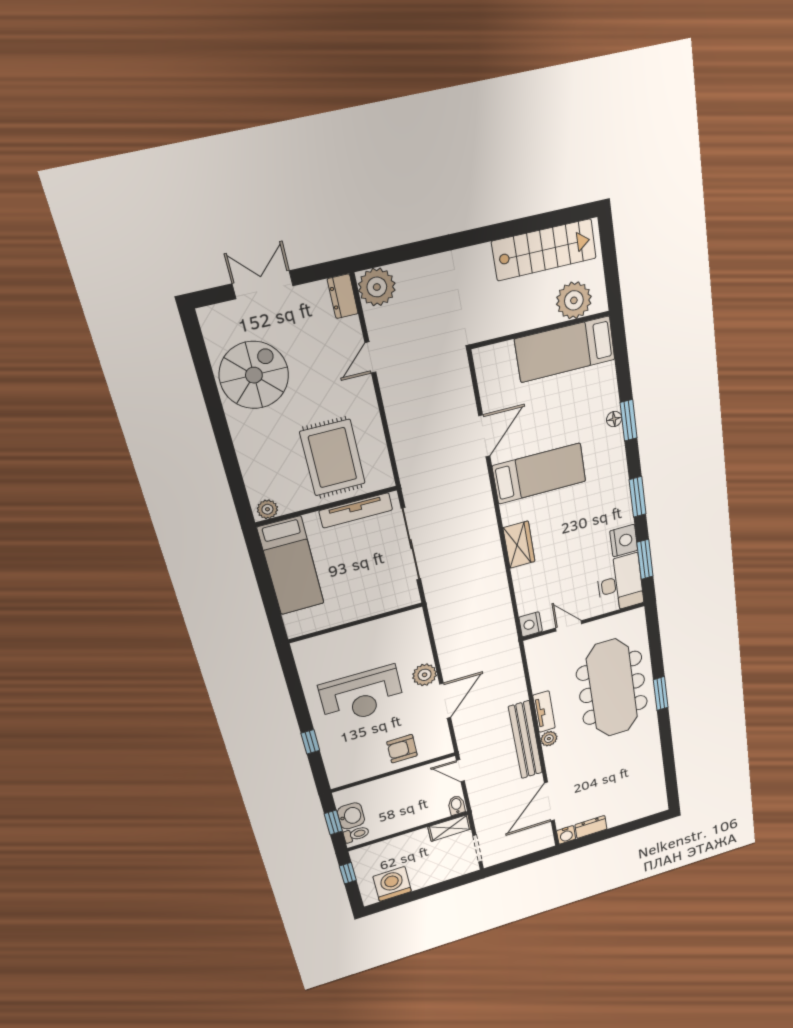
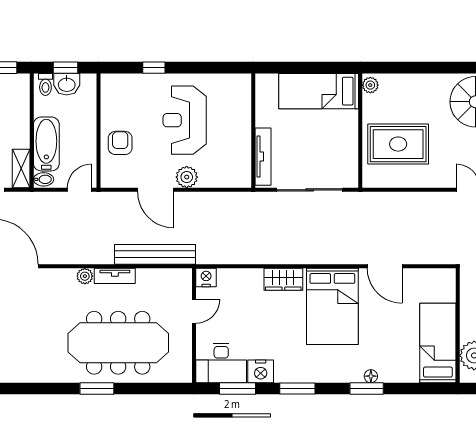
bed: (539, 474) -> (332, 306), width x1.50
tv unit: (356, 510) -> (263, 157), moved, turned 180
bench: (525, 740) -> (155, 254), moved
bathtub: (419, 814) -> (46, 144), added

